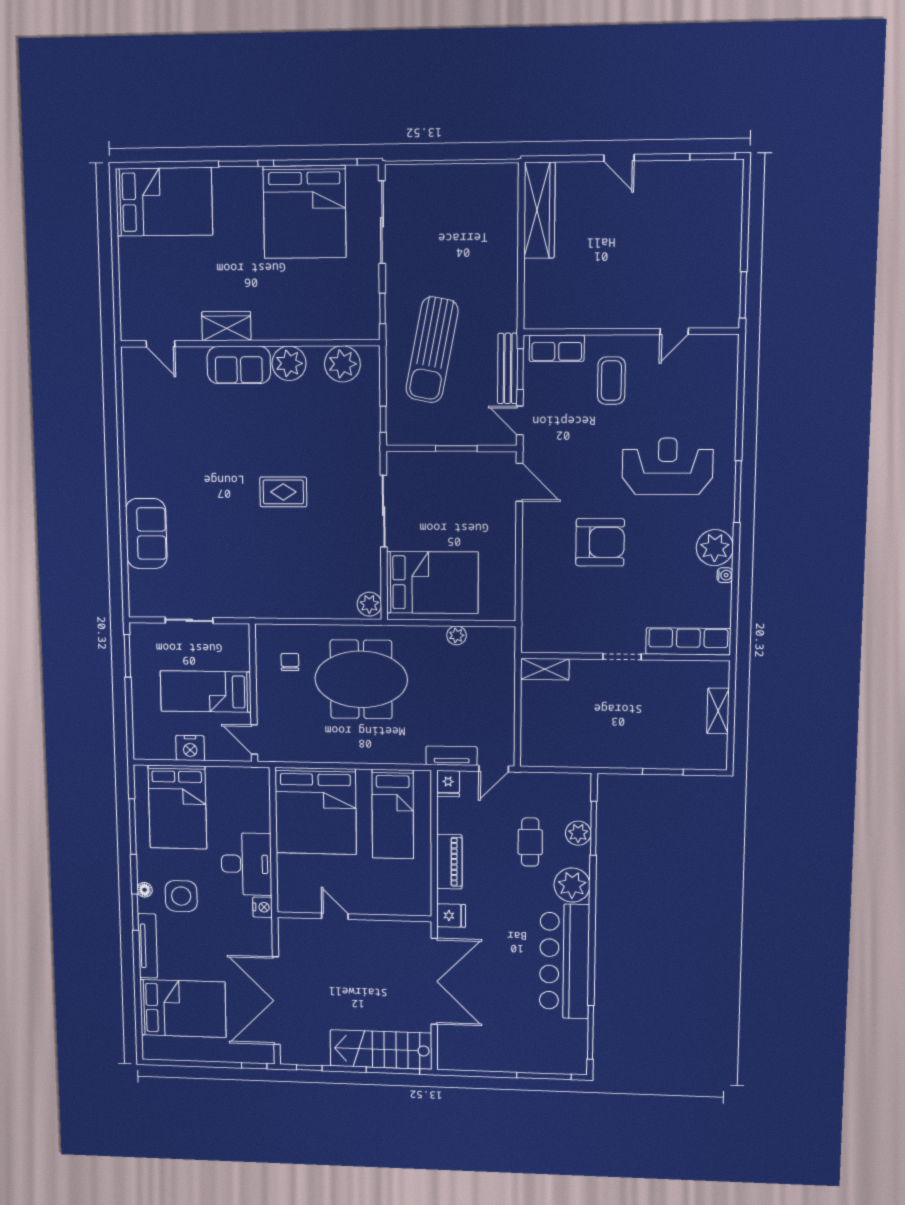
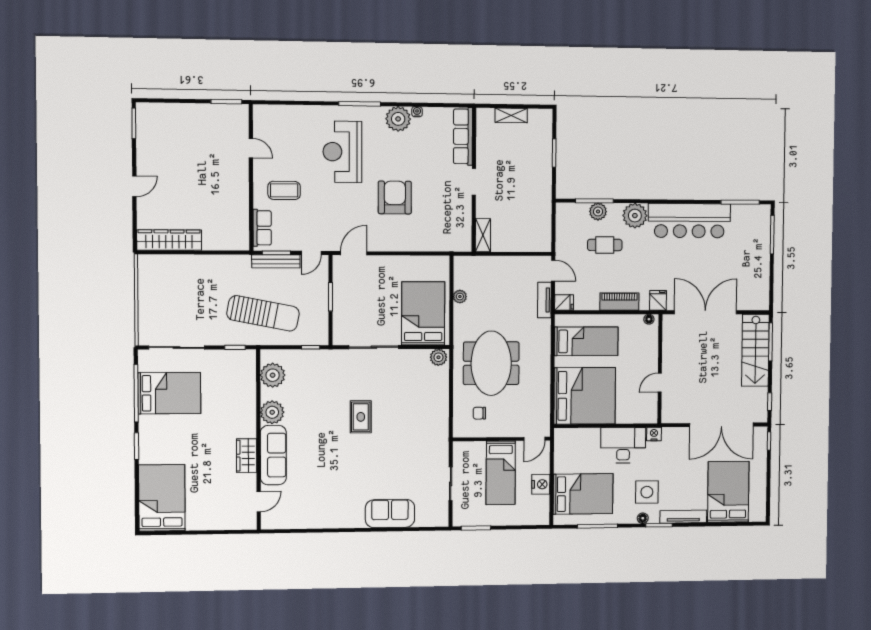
bed: (305, 212) -> (169, 393), width x0.73
sofa: (239, 365) -> (273, 455), width x1.36
floor lamp: (424, 903) -> (649, 319), added

